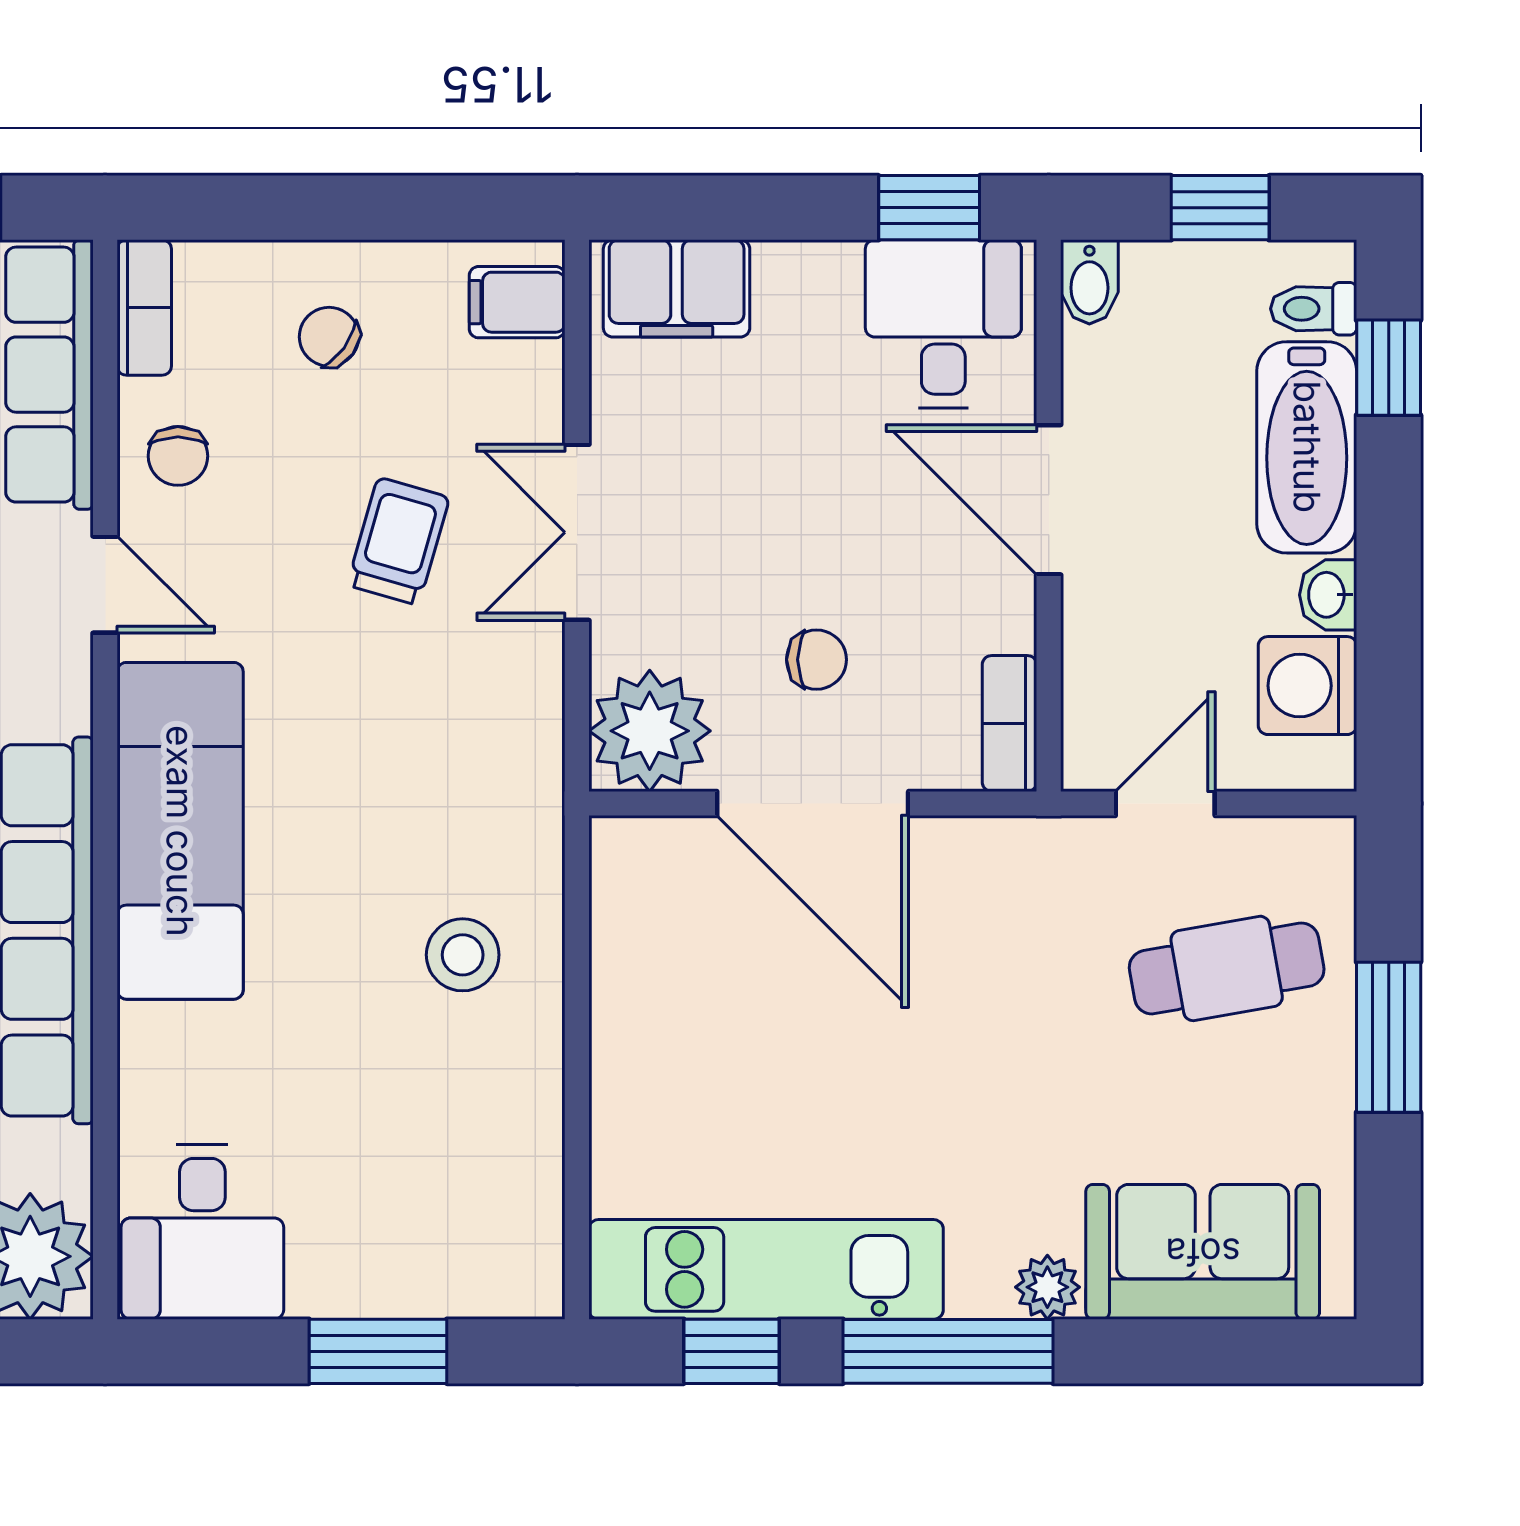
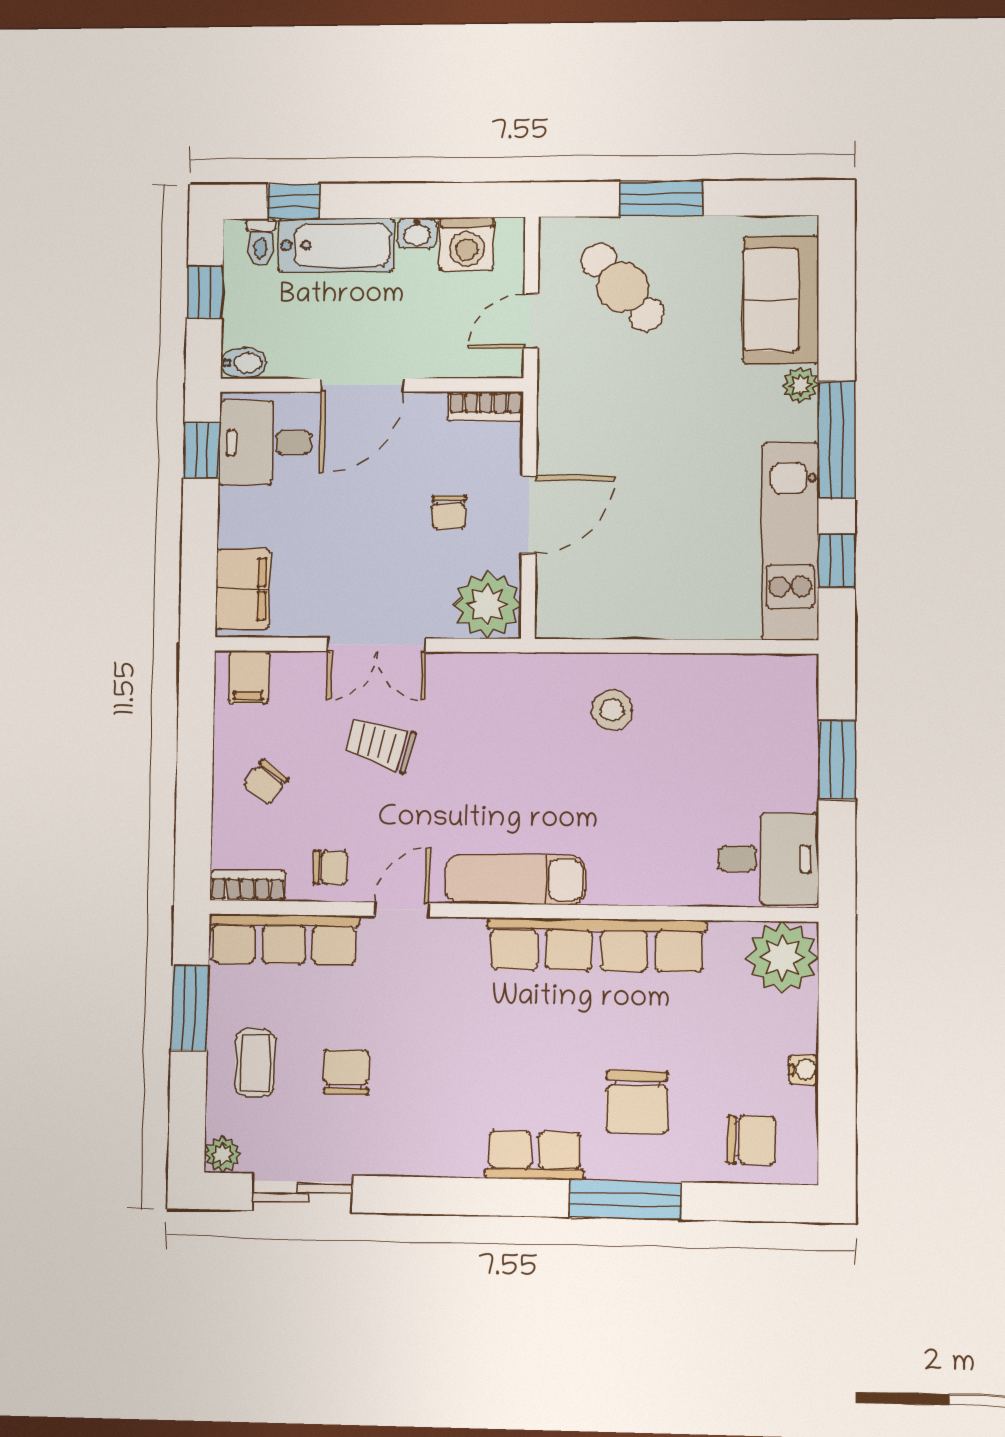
chair: (816, 660) -> (449, 512), turned 180
door: (813, 804) -> (529, 515), width x0.73
door: (1165, 804) -> (531, 321), hinge flipped
exam couch: (180, 831) -> (515, 880), width x0.73, depth x0.69
cafe table: (1227, 968) -> (623, 287), turned -31

